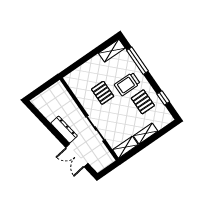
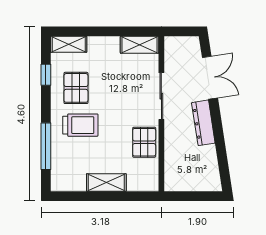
shelving: (112, 51) -> (106, 183), moved
pallet: (103, 93) -> (144, 142), moved
shelving: (146, 134) -> (69, 44), moved

